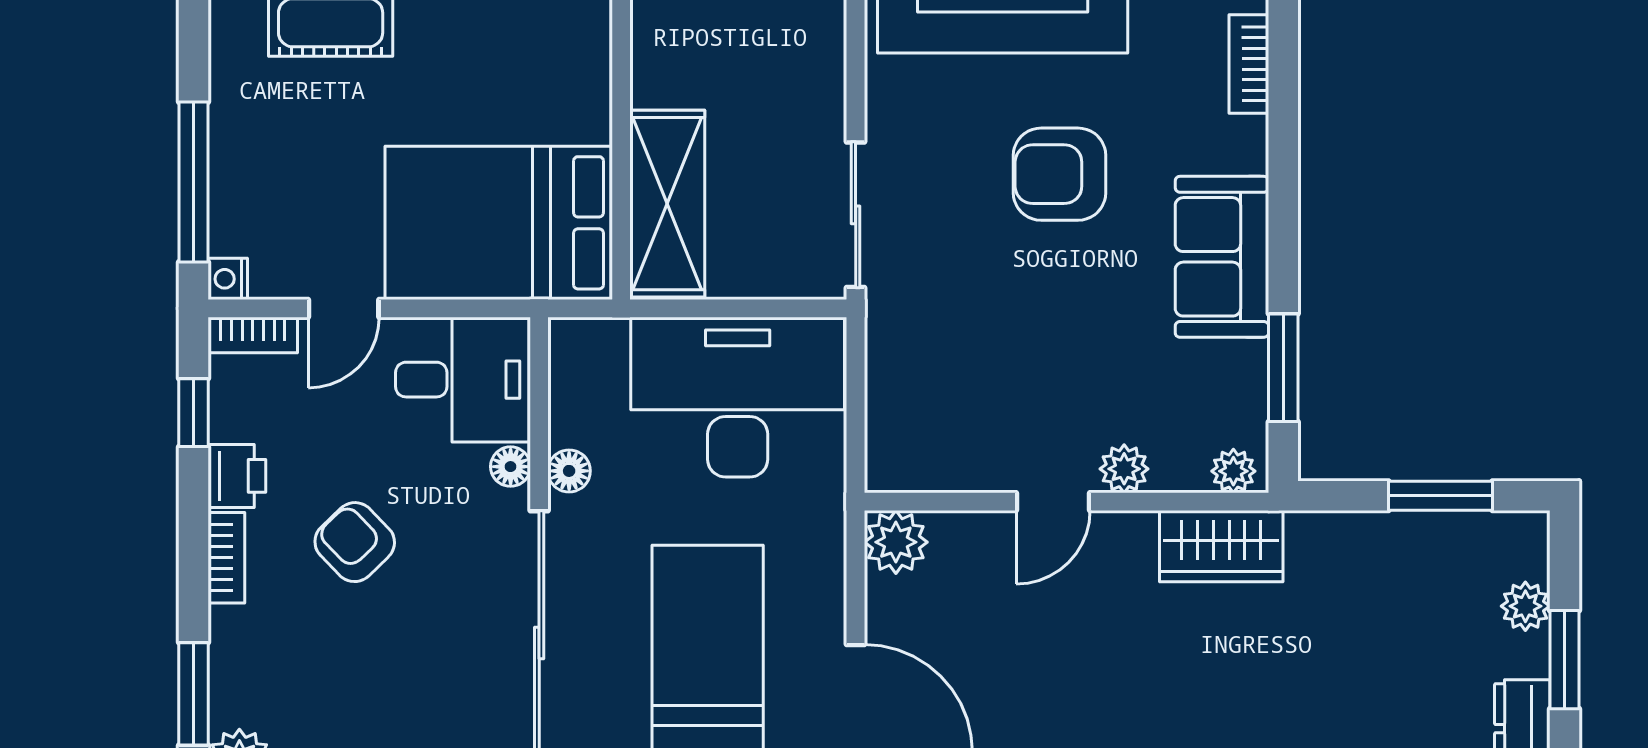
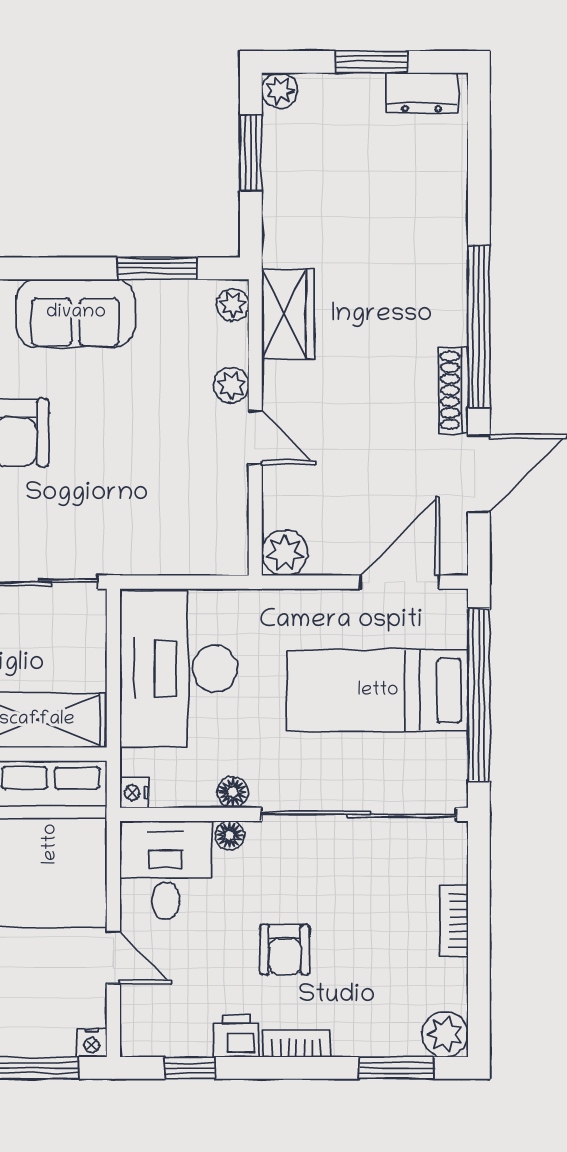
bookcase: (253, 335) -> (133, 1024), removed
nightstand: (569, 337) -> (134, 793), added
armchair: (355, 542) -> (285, 950), turned -46
plant: (1525, 606) -> (280, 91), moved

